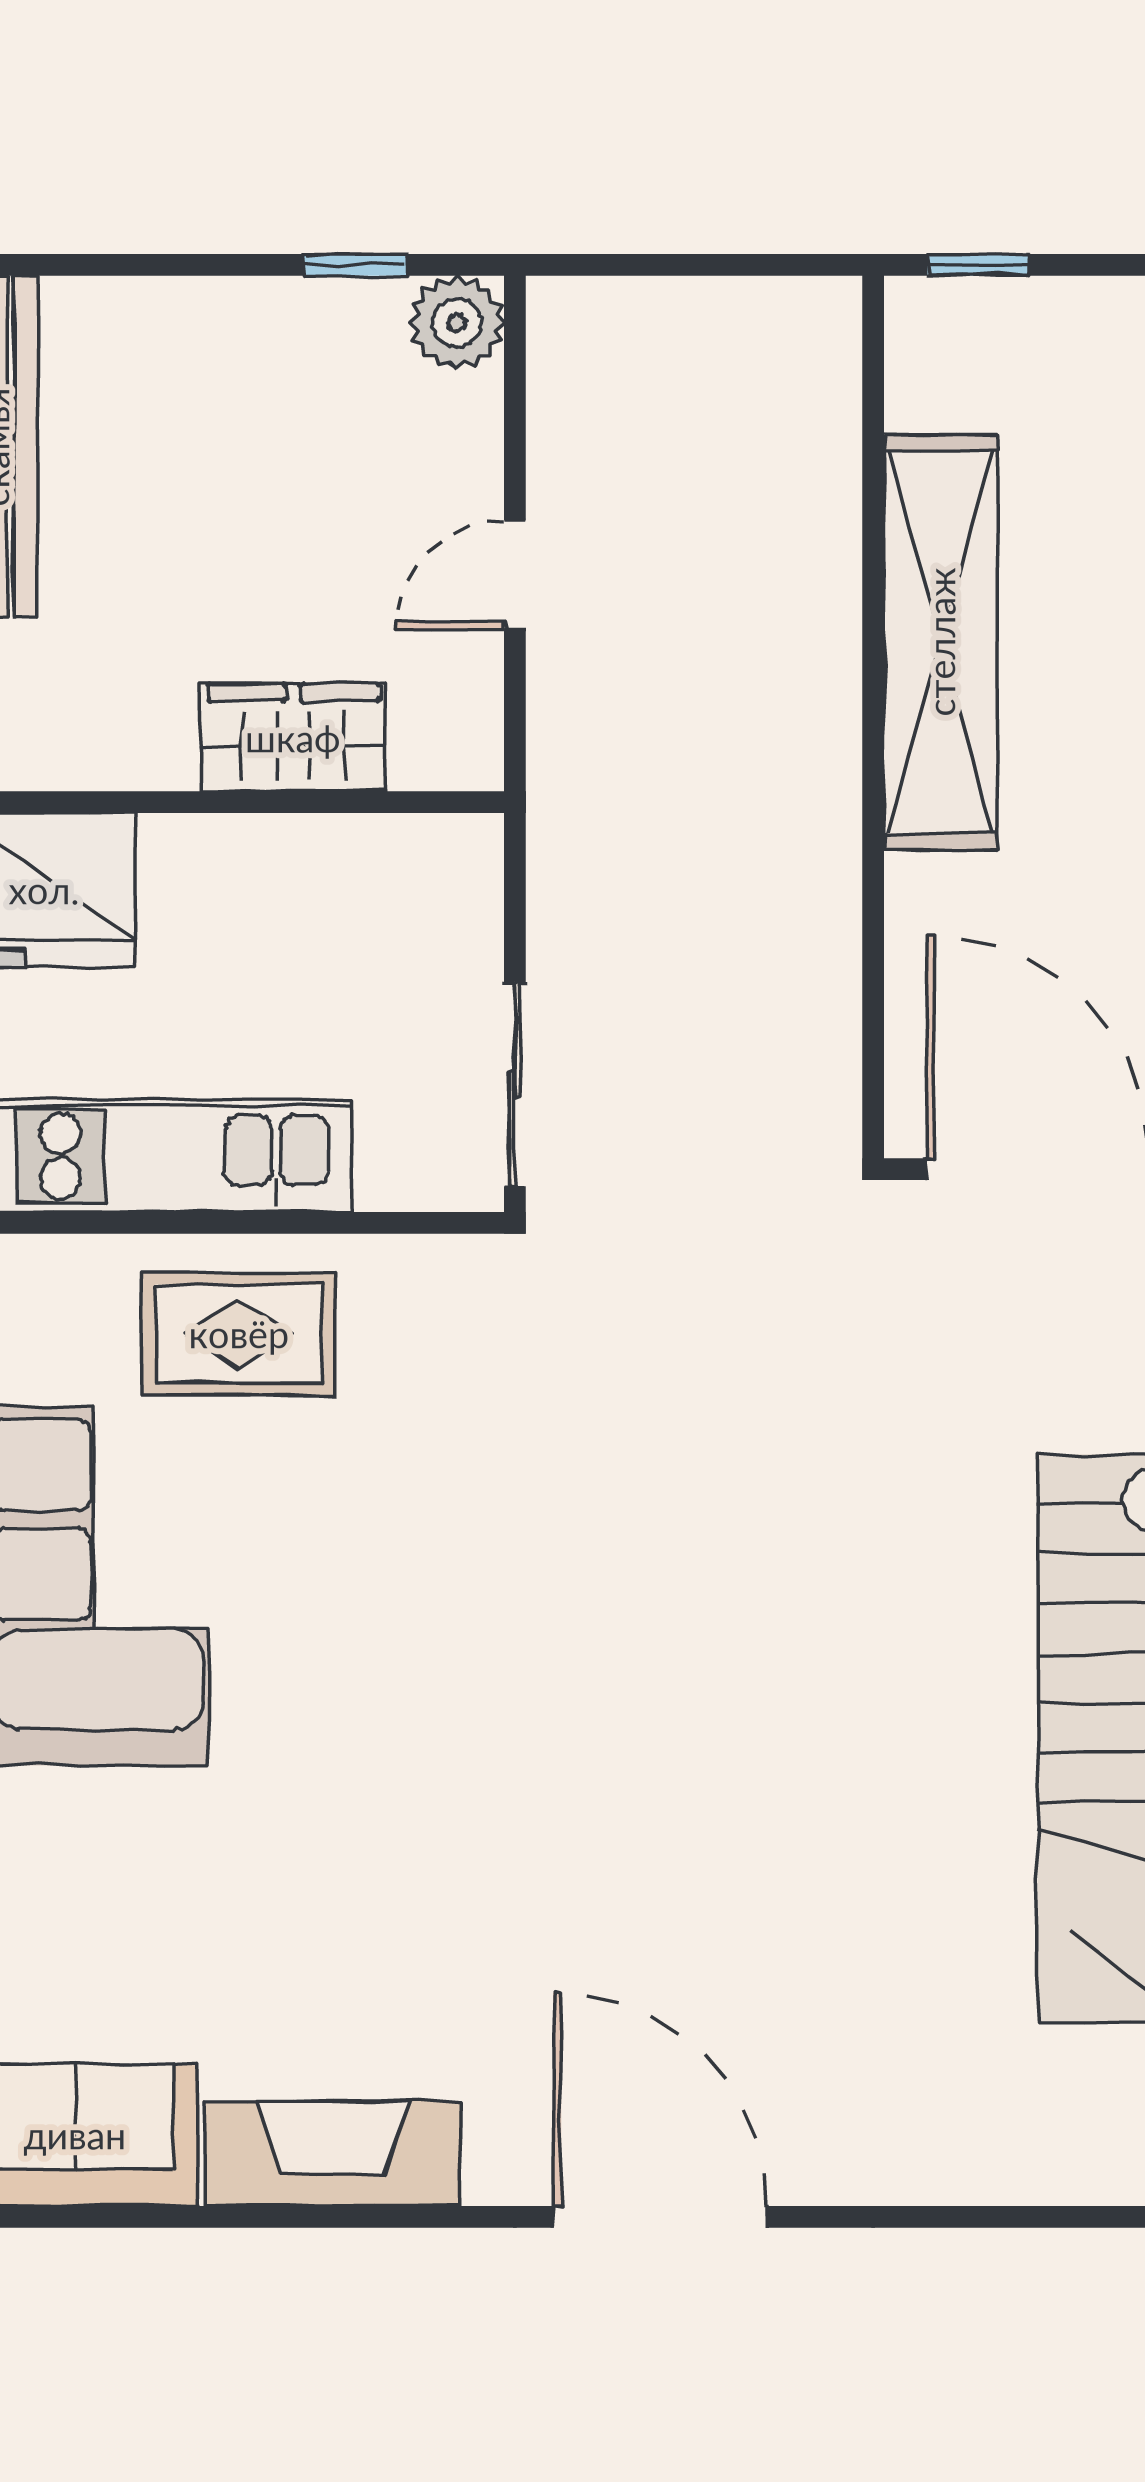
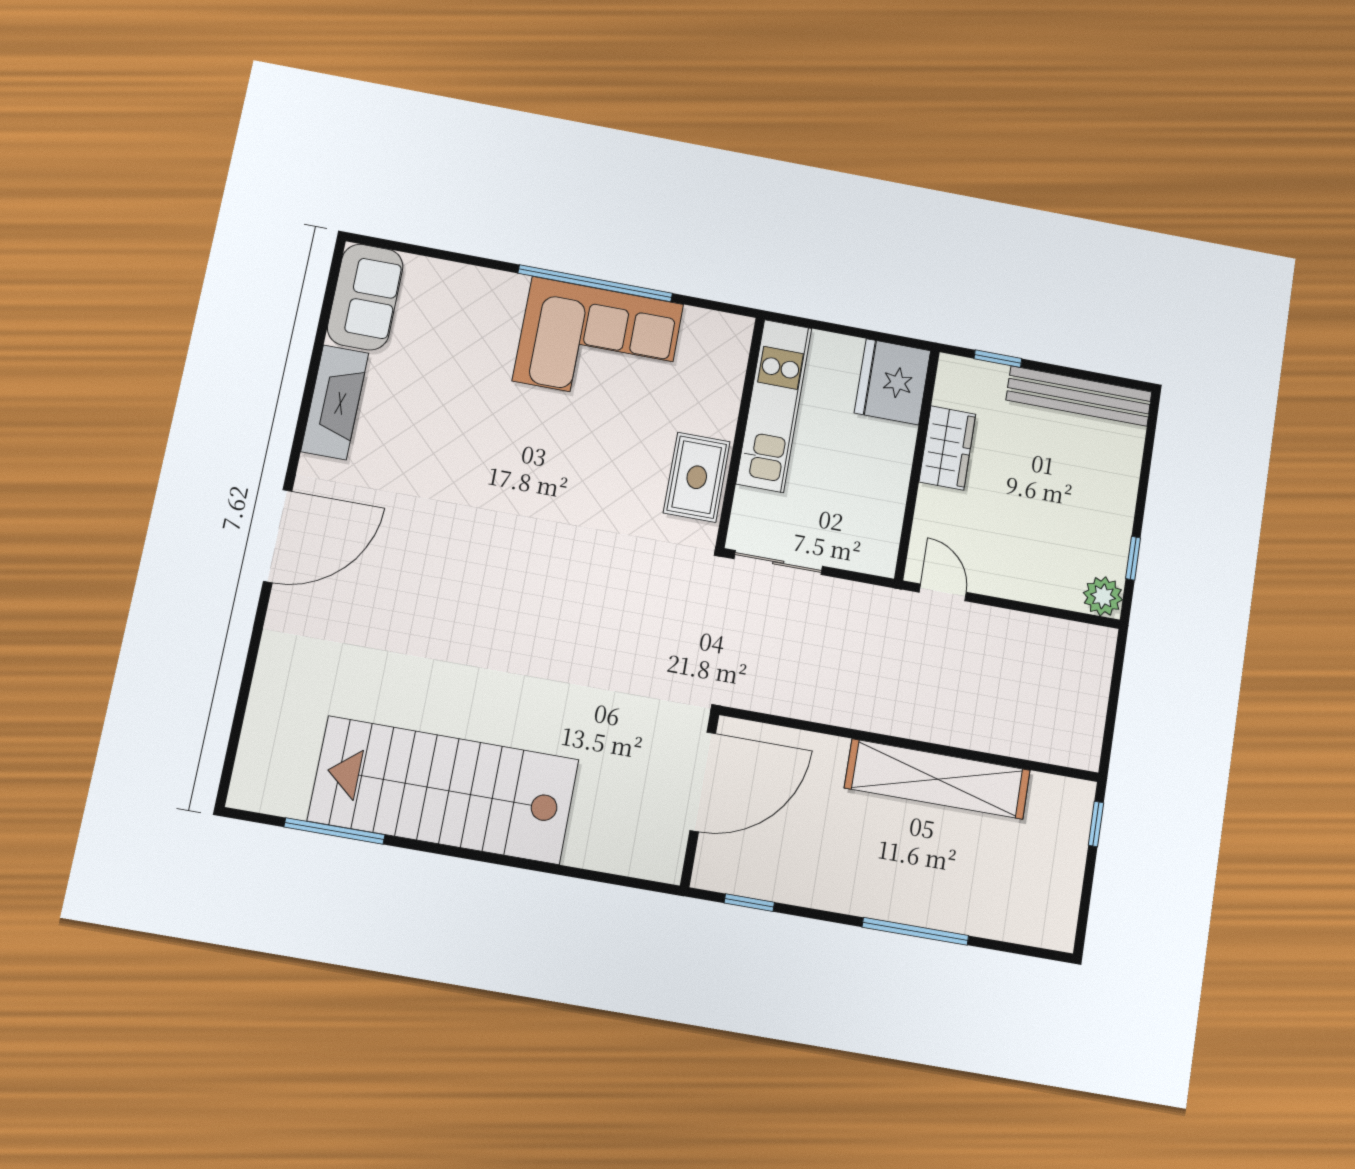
door: (515, 575) -> (943, 592), moved
wardrobe: (293, 738) -> (947, 448), moved
rug: (239, 1334) -> (697, 477), moved

